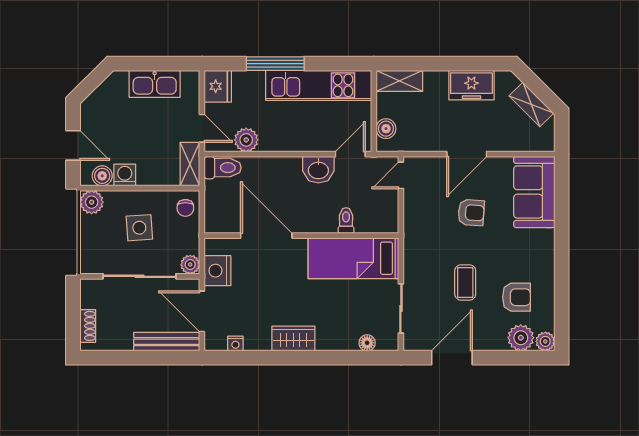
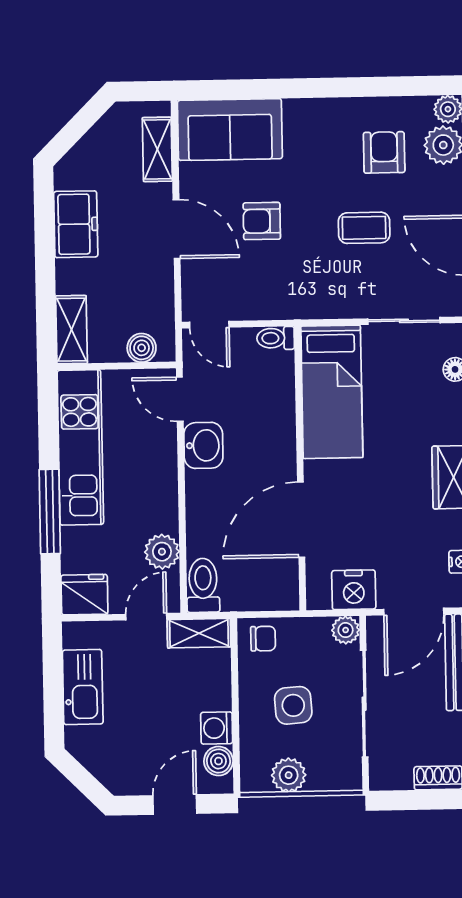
shelving: (531, 105) -> (157, 149), moved, turned -45
plant: (92, 202) -> (289, 775), moved
armchair: (471, 213) -> (262, 221), turned -94
toilet: (346, 220) -> (276, 338), moved

